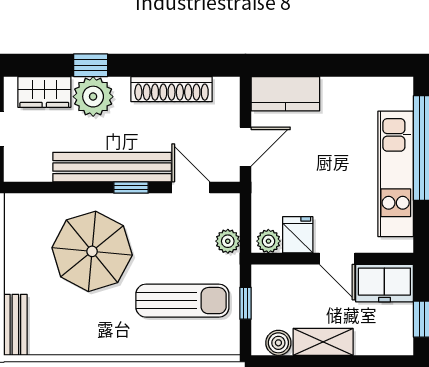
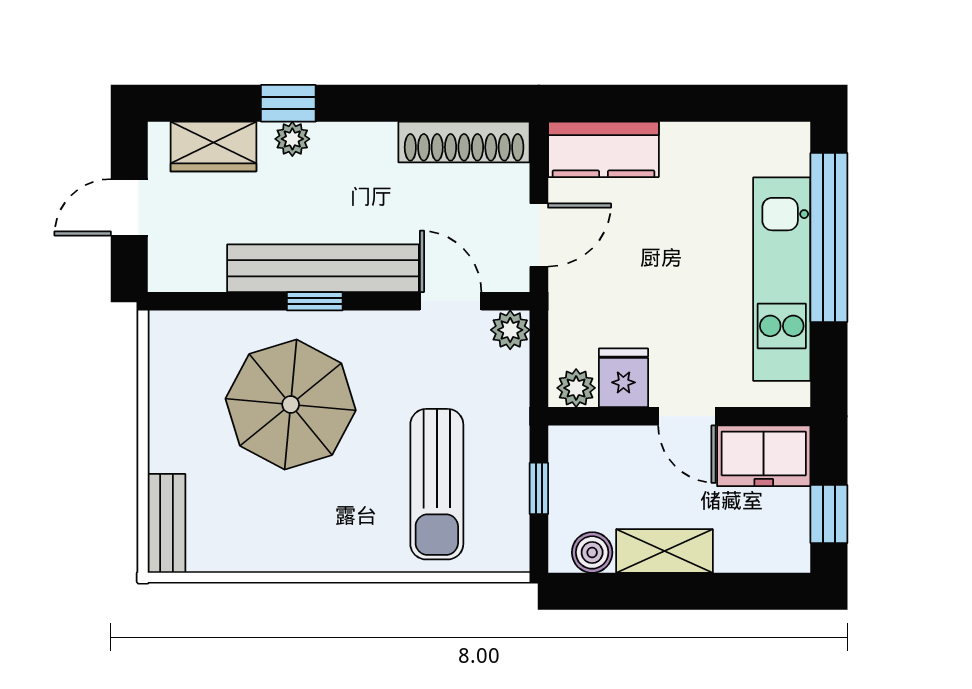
shoe rack: (172, 89) -> (464, 142), moved
plant: (93, 97) -> (292, 139), width x0.53, depth x0.53
window: (131, 188) -> (315, 301), moved
plant: (228, 241) -> (510, 330), moved
sun lounger: (182, 301) -> (437, 484), turned 90

